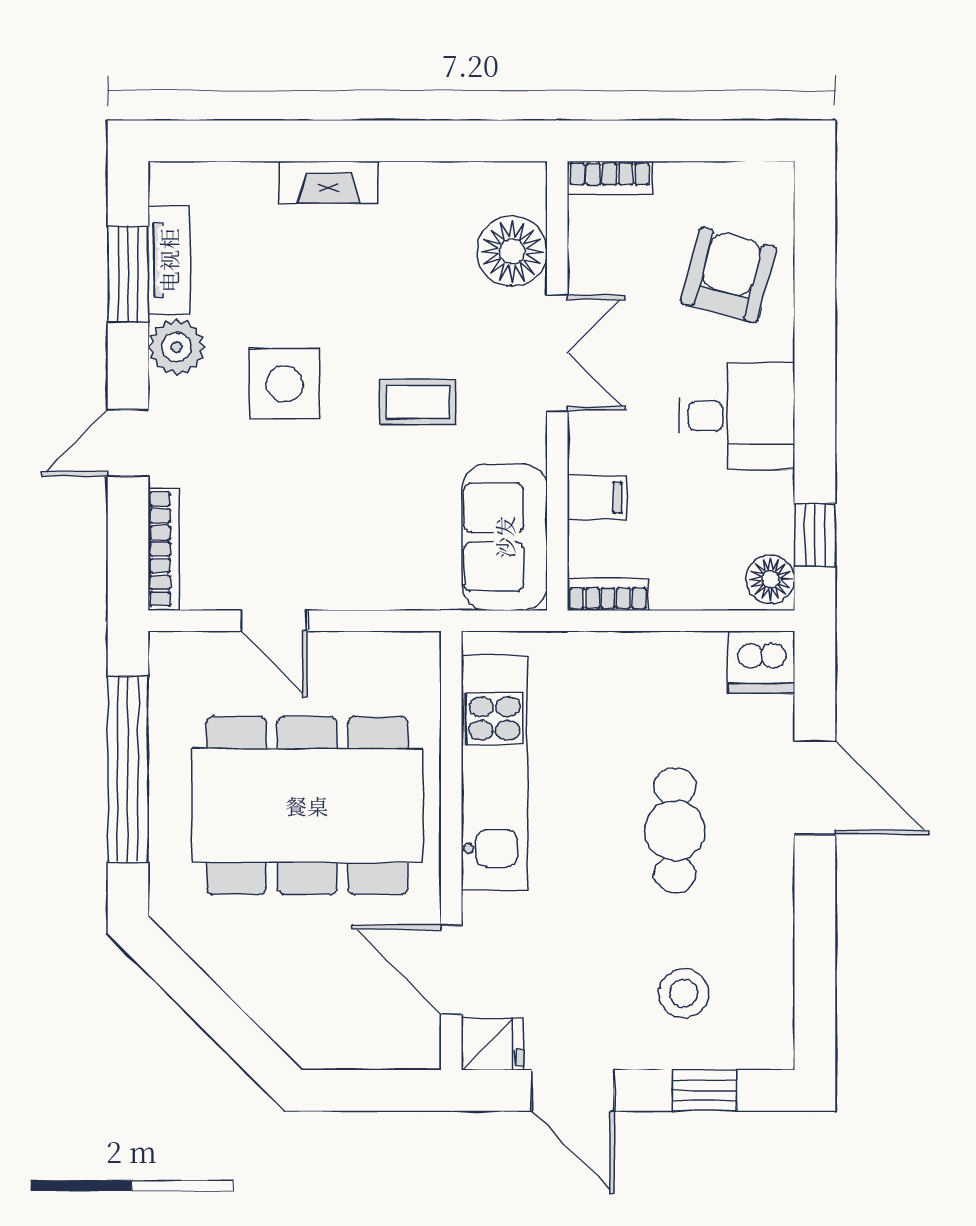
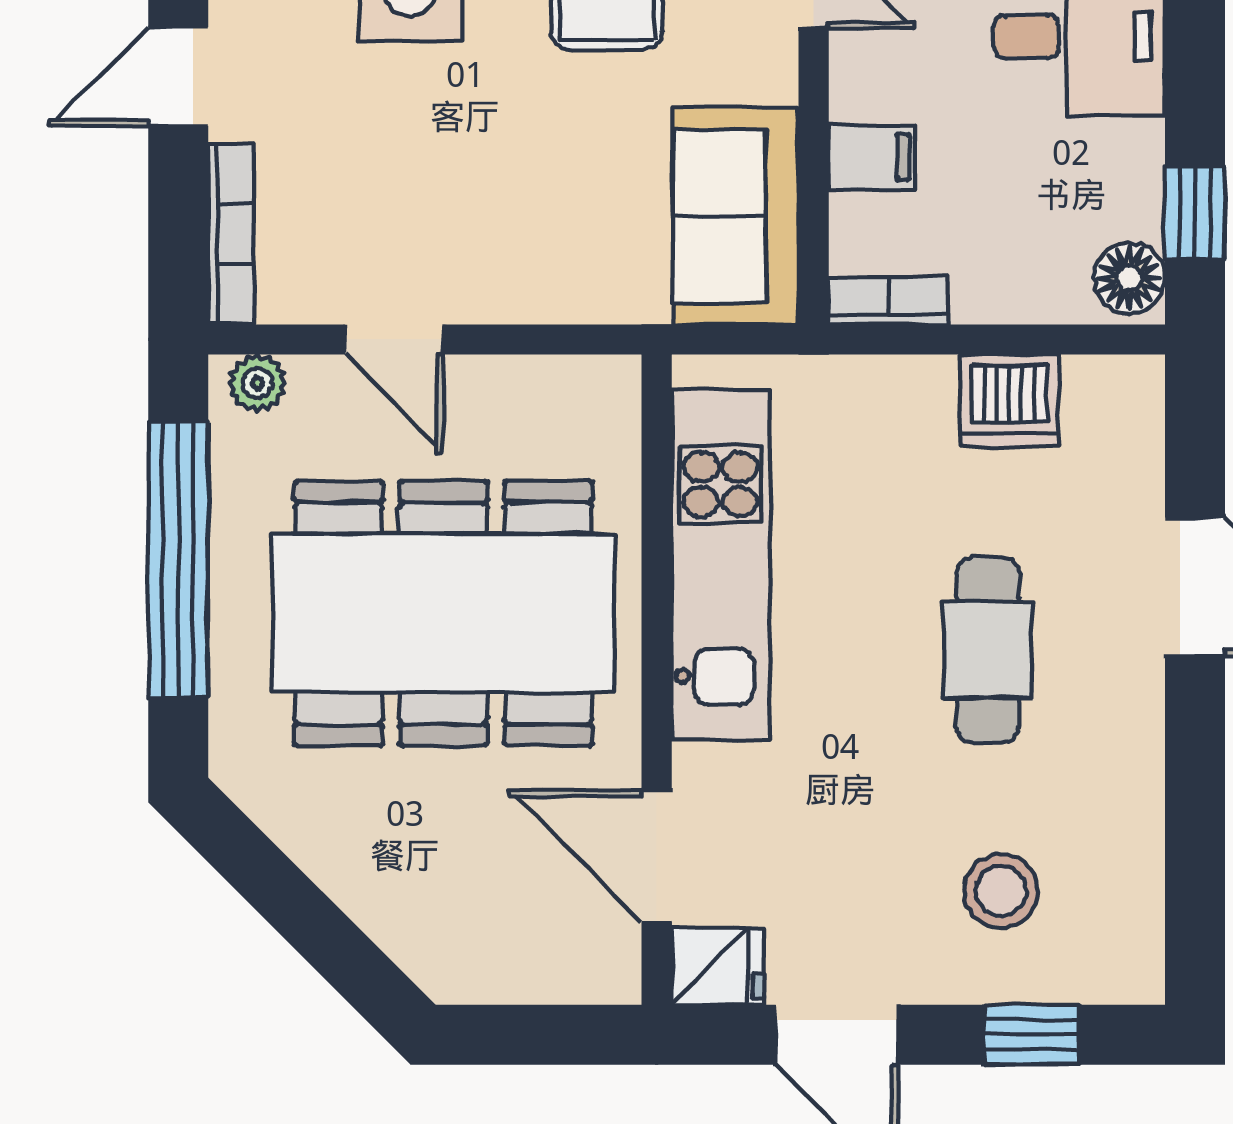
plant: (182, 650) -> (257, 383), added
dishwasher: (761, 662) -> (1009, 401), moved

